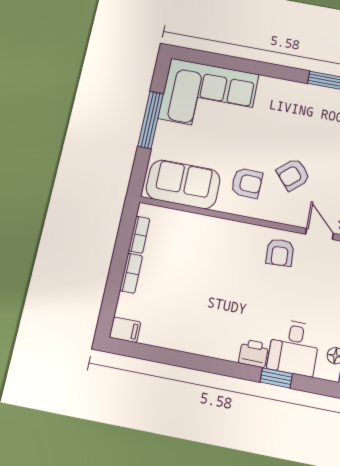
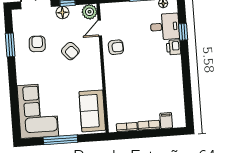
armchair: (247, 183) -> (37, 44), moved
filing cabinet: (125, 330) -> (166, 121), moved

